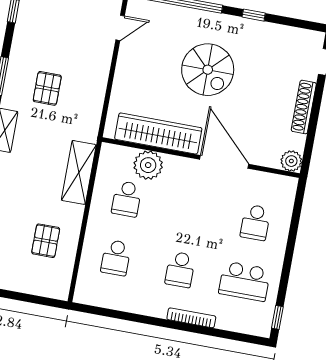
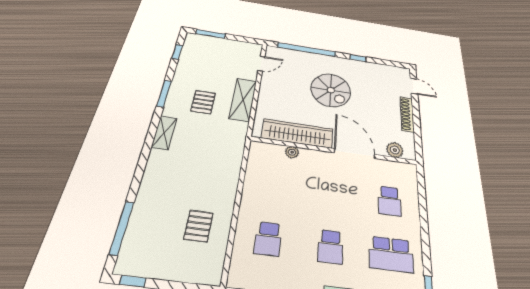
plant: (291, 161) -> (395, 150), moved
plant: (148, 165) -> (292, 152), width x0.53, depth x0.53
shelving: (79, 172) -> (243, 100), moved
school desk: (127, 199) -> (275, 185), removed

